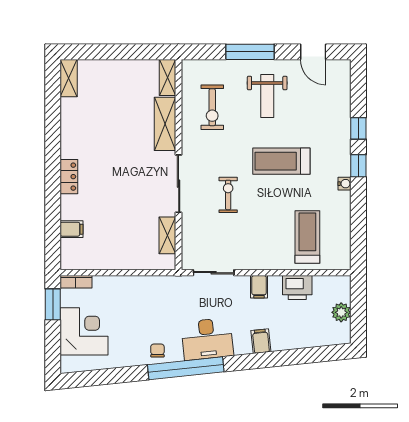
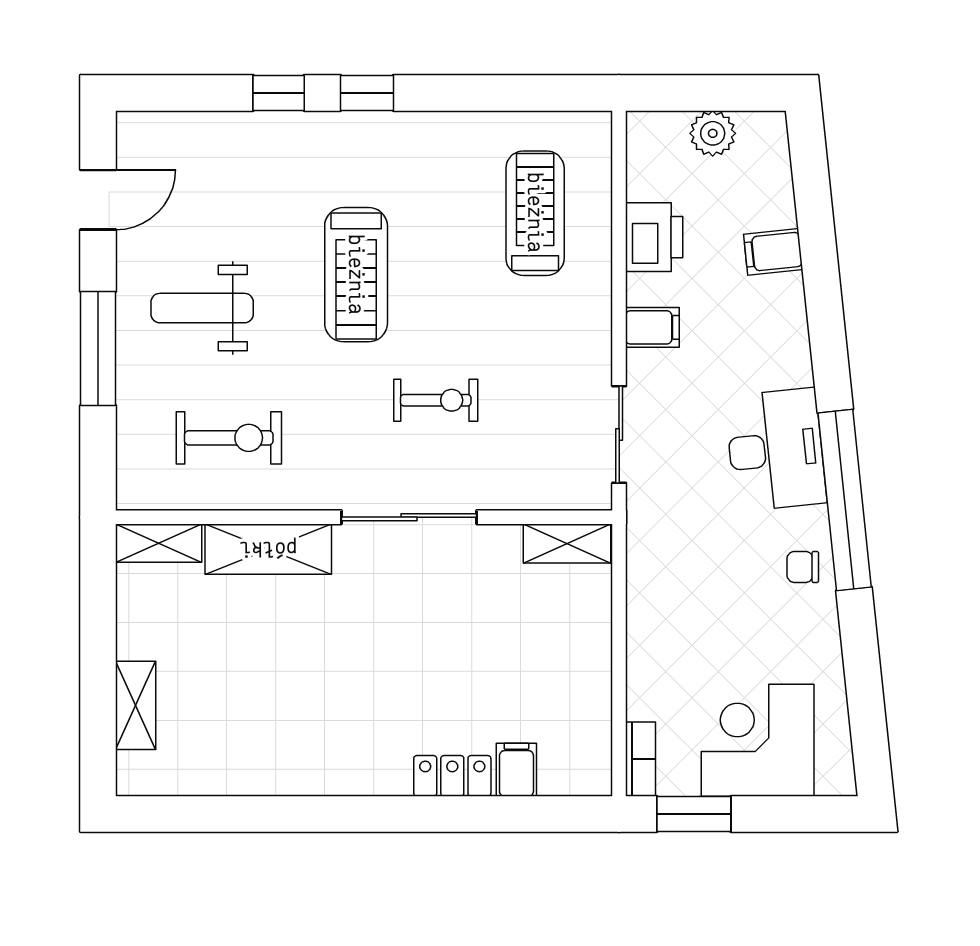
shelving: (69, 78) -> (136, 705), moved, turned 90
weight bench: (267, 96) -> (202, 308), turned 180
locker: (69, 177) -> (452, 776), moved
water cooler: (344, 184) -> (409, 126), removed
exercise bike: (228, 195) -> (436, 400), turned 180
shelving: (167, 235) -> (567, 543), moved
treadmill: (307, 237) -> (535, 213), turned 90
filing cabinet: (261, 341) -> (773, 252), moved

